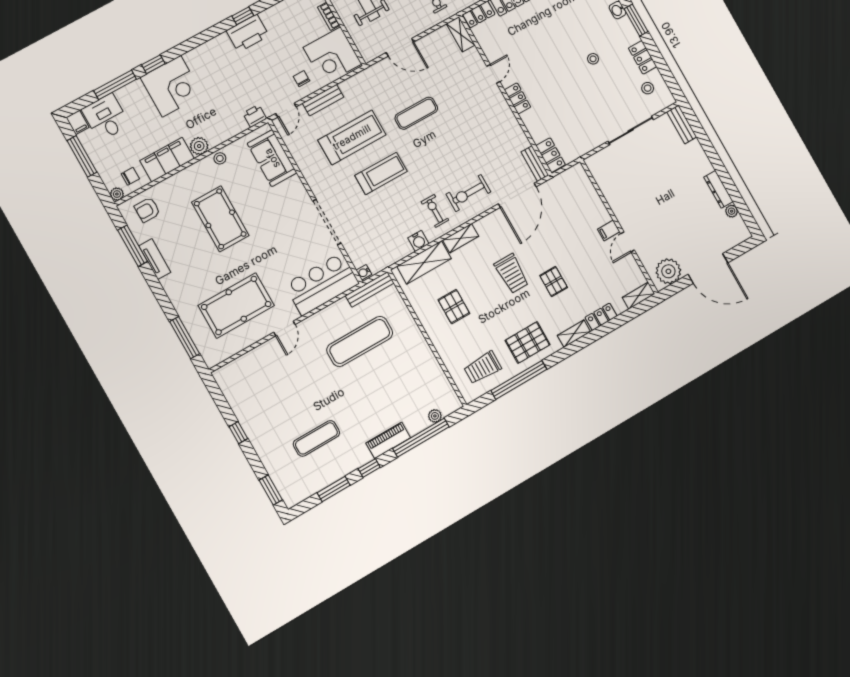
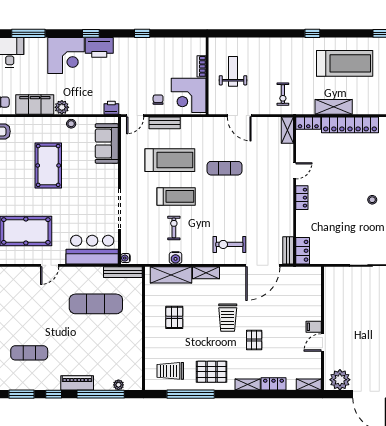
printer: (248, 33) -> (99, 47), moved
window: (153, 64) -> (91, 33), moved
exercise bike: (435, 211) -> (174, 228), moved

